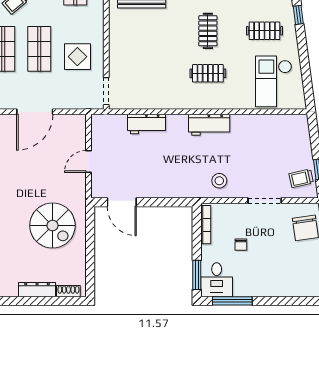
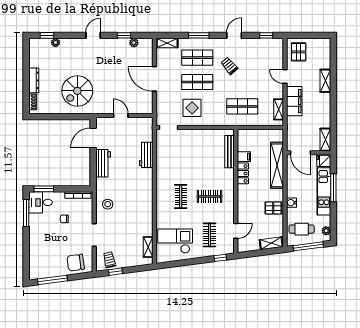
shelving: (282, 121) -> (148, 247), added
workbench: (209, 125) -> (103, 163), moved, turned 180

